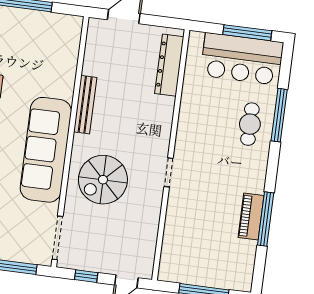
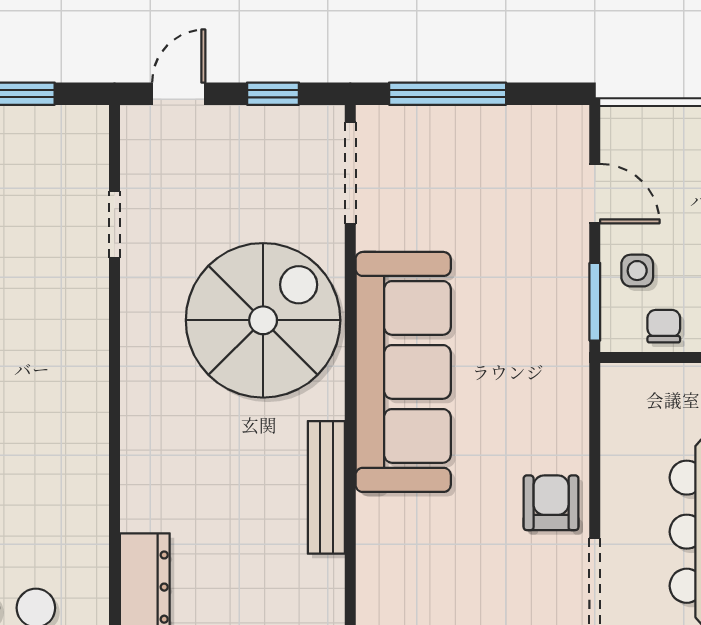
doorway: (169, 172) -> (115, 224), moved
spiral stairs: (103, 180) -> (263, 320), width x1.37, depth x1.37

